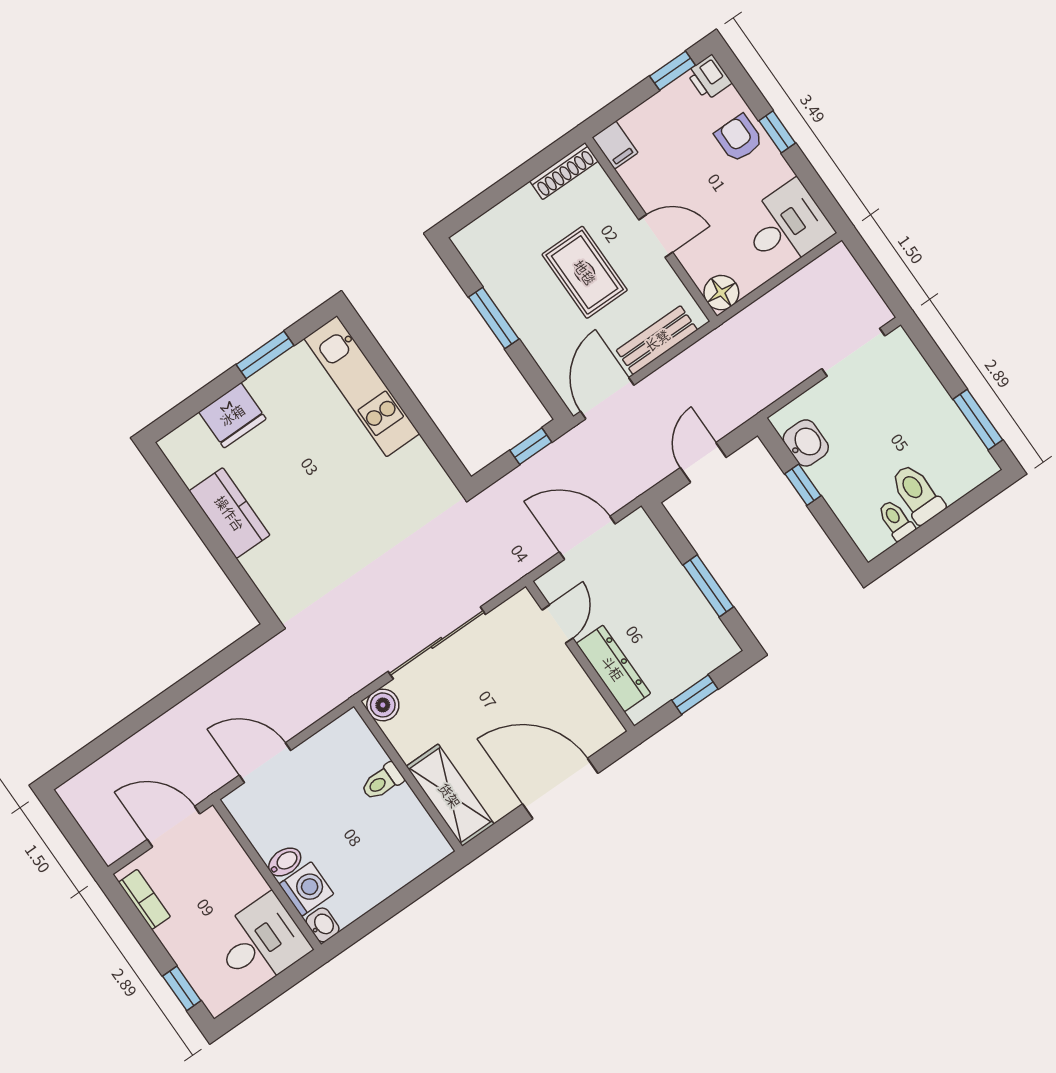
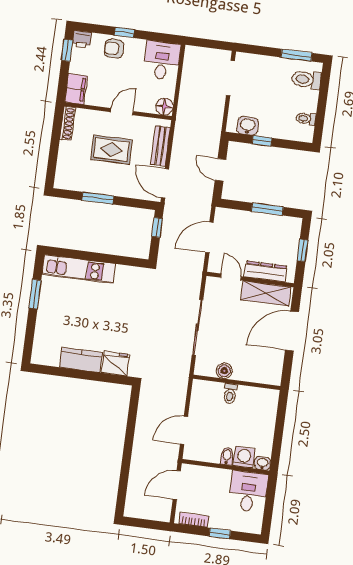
filing cabinet: (615, 145) -> (76, 89), width x2.00
fridge: (232, 415) -> (115, 364), moved, turned -90
toilet: (917, 494) -> (306, 80), moved
boiler: (383, 705) -> (224, 371), moved
shelving: (450, 795) -> (266, 293), moved
window: (182, 988) -> (220, 533), moved

